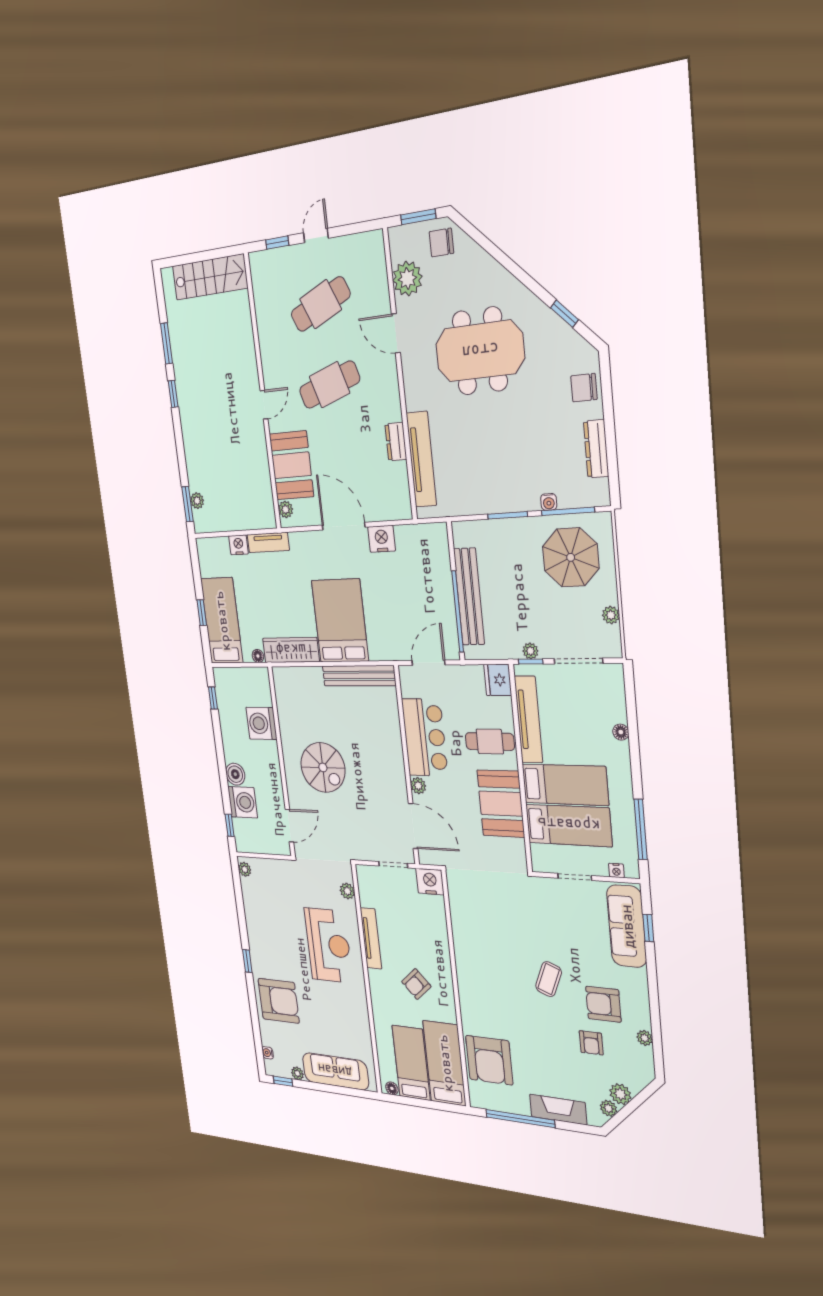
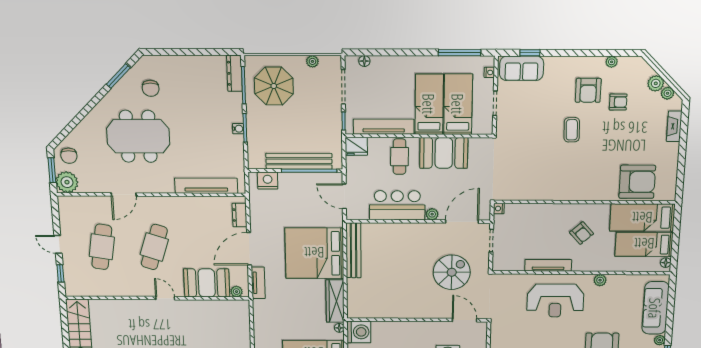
plant: (407, 279) -> (67, 182), moved
cafe table: (321, 304) -> (102, 247), turned 33
window: (564, 314) -> (118, 76), width x1.50
meeting table: (480, 351) -> (138, 136), turned 90
cafe table: (330, 385) -> (154, 247), turned 36
chair: (584, 388) -> (151, 88), moved
dresser: (396, 442) -> (240, 215), moved, turned 90
dresser: (596, 449) -> (234, 73), moved, turned 90
water cooler: (549, 502) -> (238, 129), moved
nightstand: (382, 539) -> (268, 181), moved, turned 90
tv unit: (268, 542) -> (258, 283), moved
nightstand: (239, 545) -> (260, 332), removed
bed: (340, 621) -> (314, 253), width x1.36
plant: (530, 651) -> (336, 121), removed
washing machine: (261, 723) -> (359, 332), moved, turned -90
floor lamp: (621, 732) -> (364, 61), moved
spiral stairs: (323, 767) -> (452, 272), moved
nightstand: (430, 882) -> (499, 209), width x0.53, depth x0.56
plant: (347, 891) -> (600, 280), moved
sofa: (627, 926) -> (522, 68), width x0.73
reception desk: (328, 945) -> (555, 301), turned 180
coffee table: (549, 979) -> (572, 130), turned 66
fireplace: (558, 1110) -> (674, 126), width x0.73, depth x0.76
window: (520, 1119) -> (681, 162), removed

